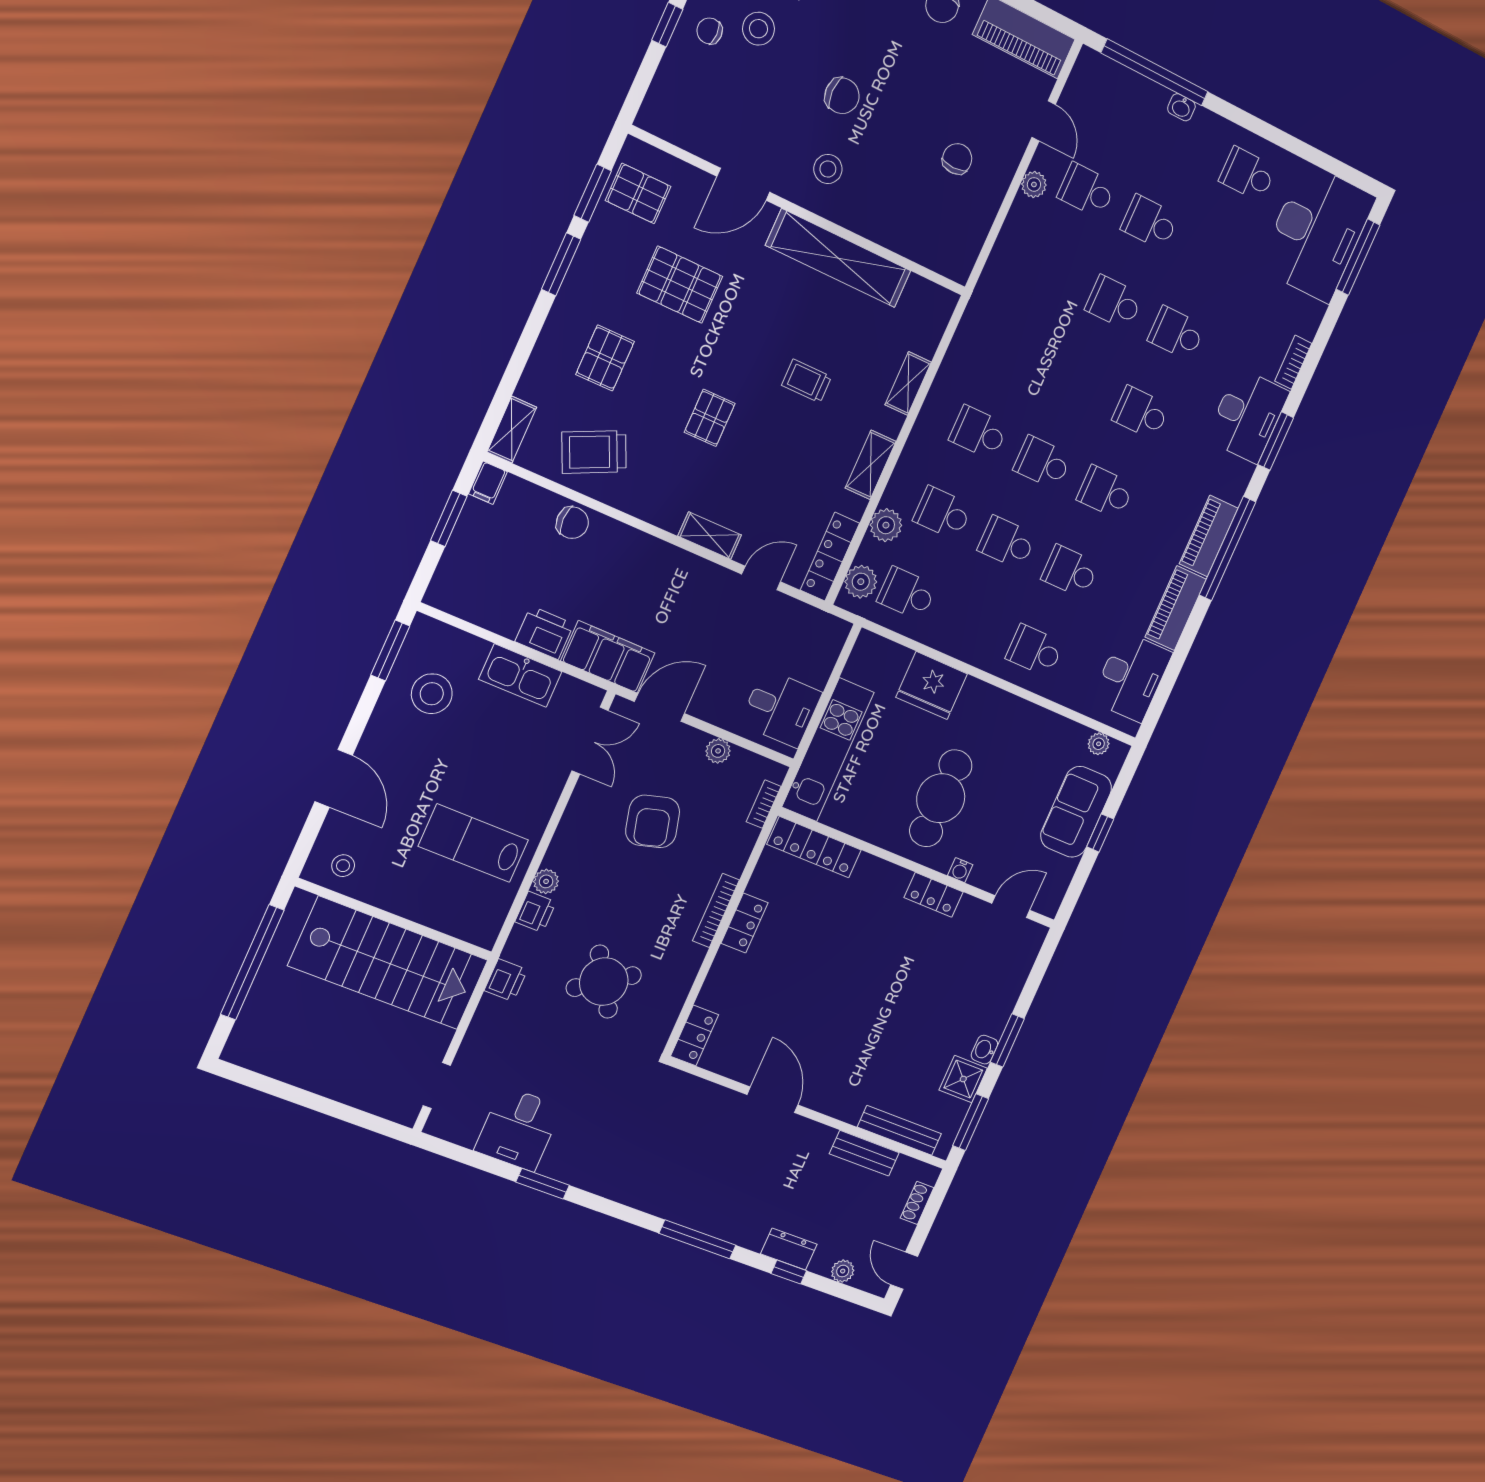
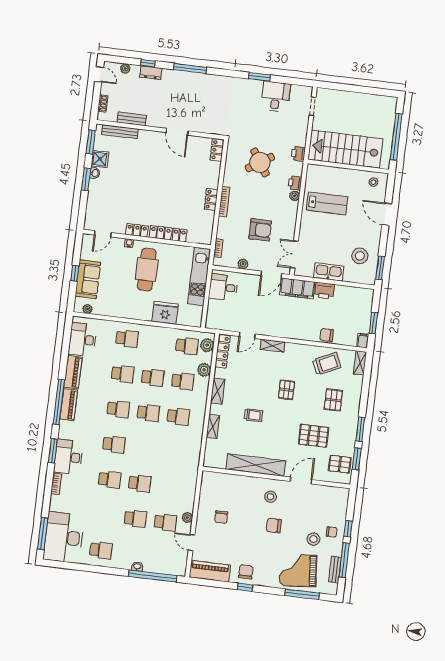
armchair: (653, 821) -> (260, 230), turned 105
locker: (814, 847) -> (168, 234), moved

